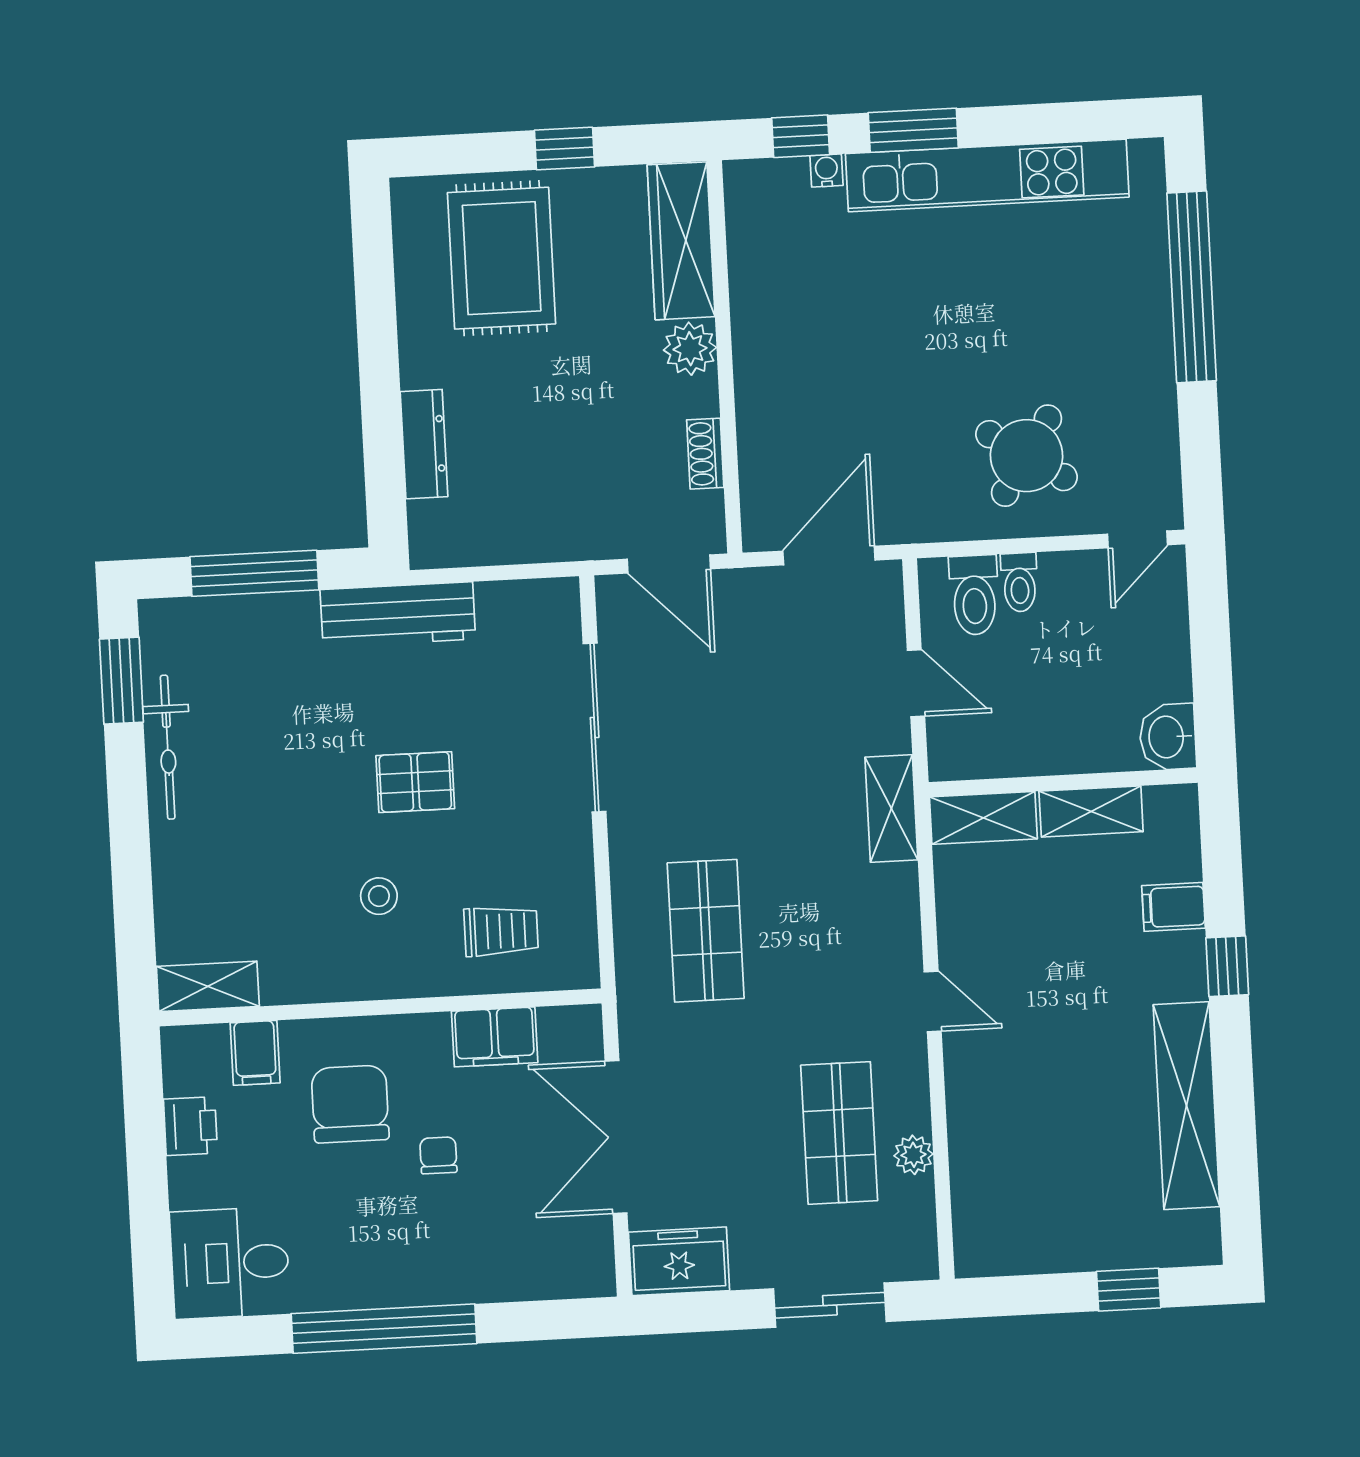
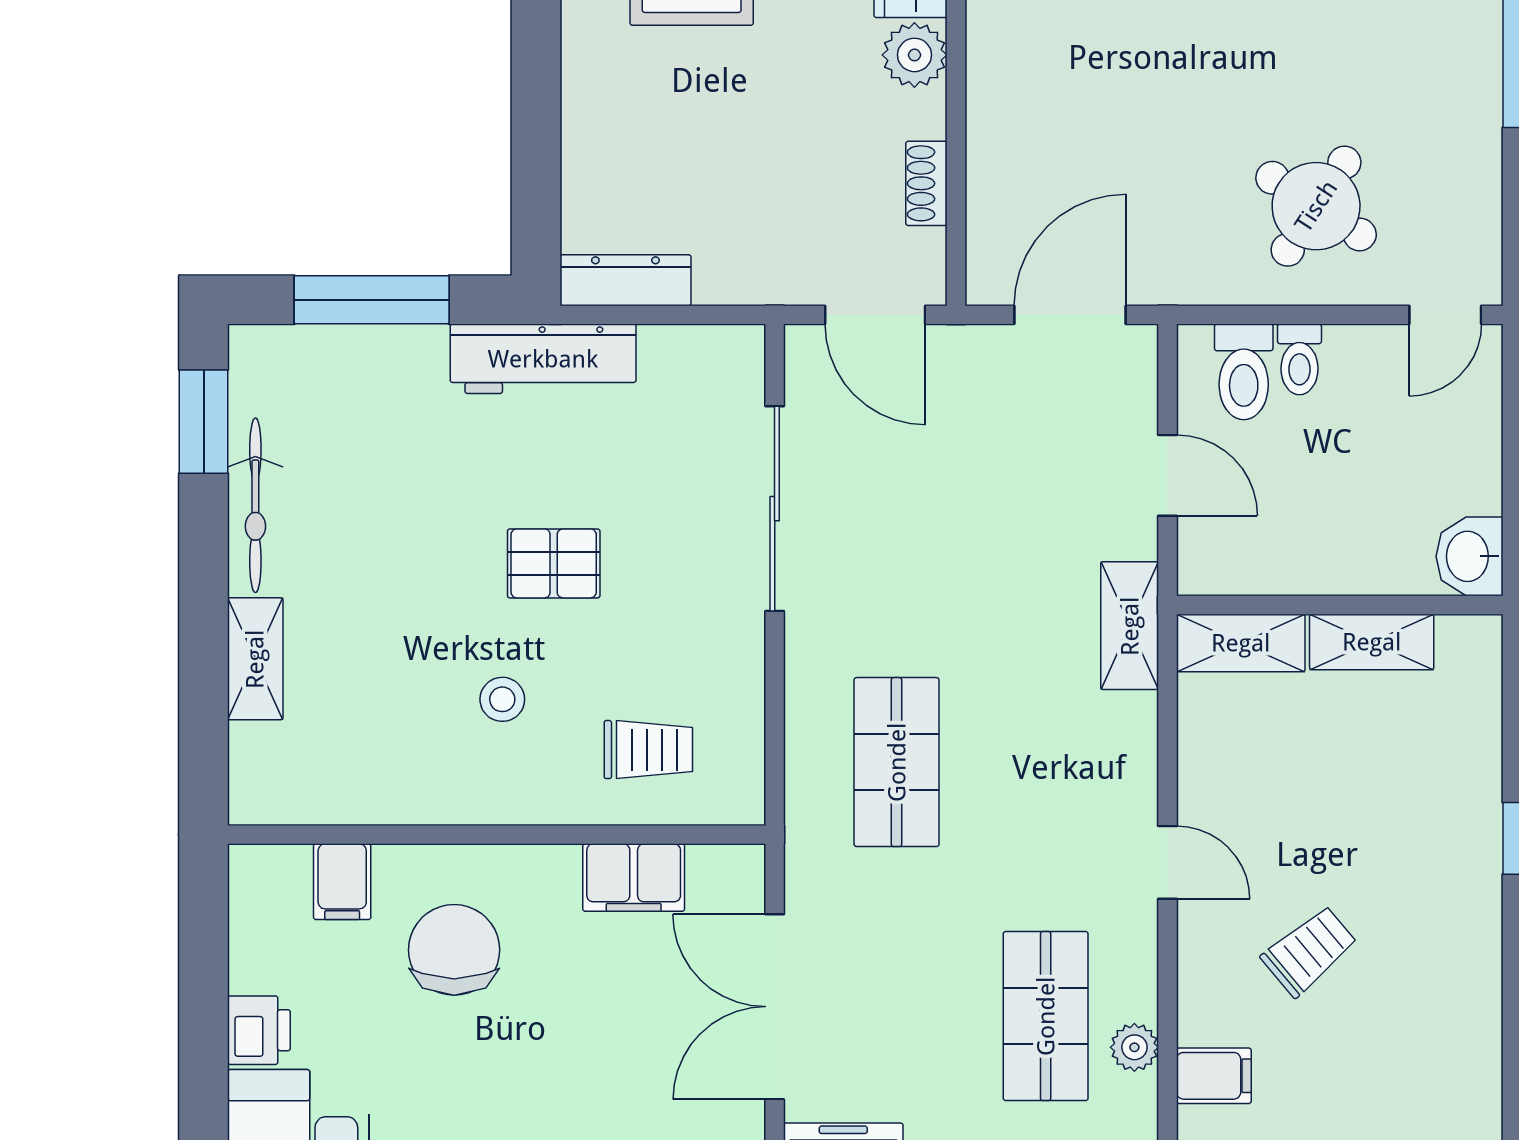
dresser: (424, 444) -> (625, 280), moved, turned -90
filing cabinet: (1174, 907) -> (1214, 1076), moved, turned 180
shelving: (208, 986) -> (255, 659), moved, turned 90
trolley: (1053, 1068) -> (1309, 951), added
shelving: (1187, 1106) -> (1469, 1005), removed
printer: (190, 1126) -> (259, 1030), moved
chair: (438, 1155) -> (558, 1018), removed

